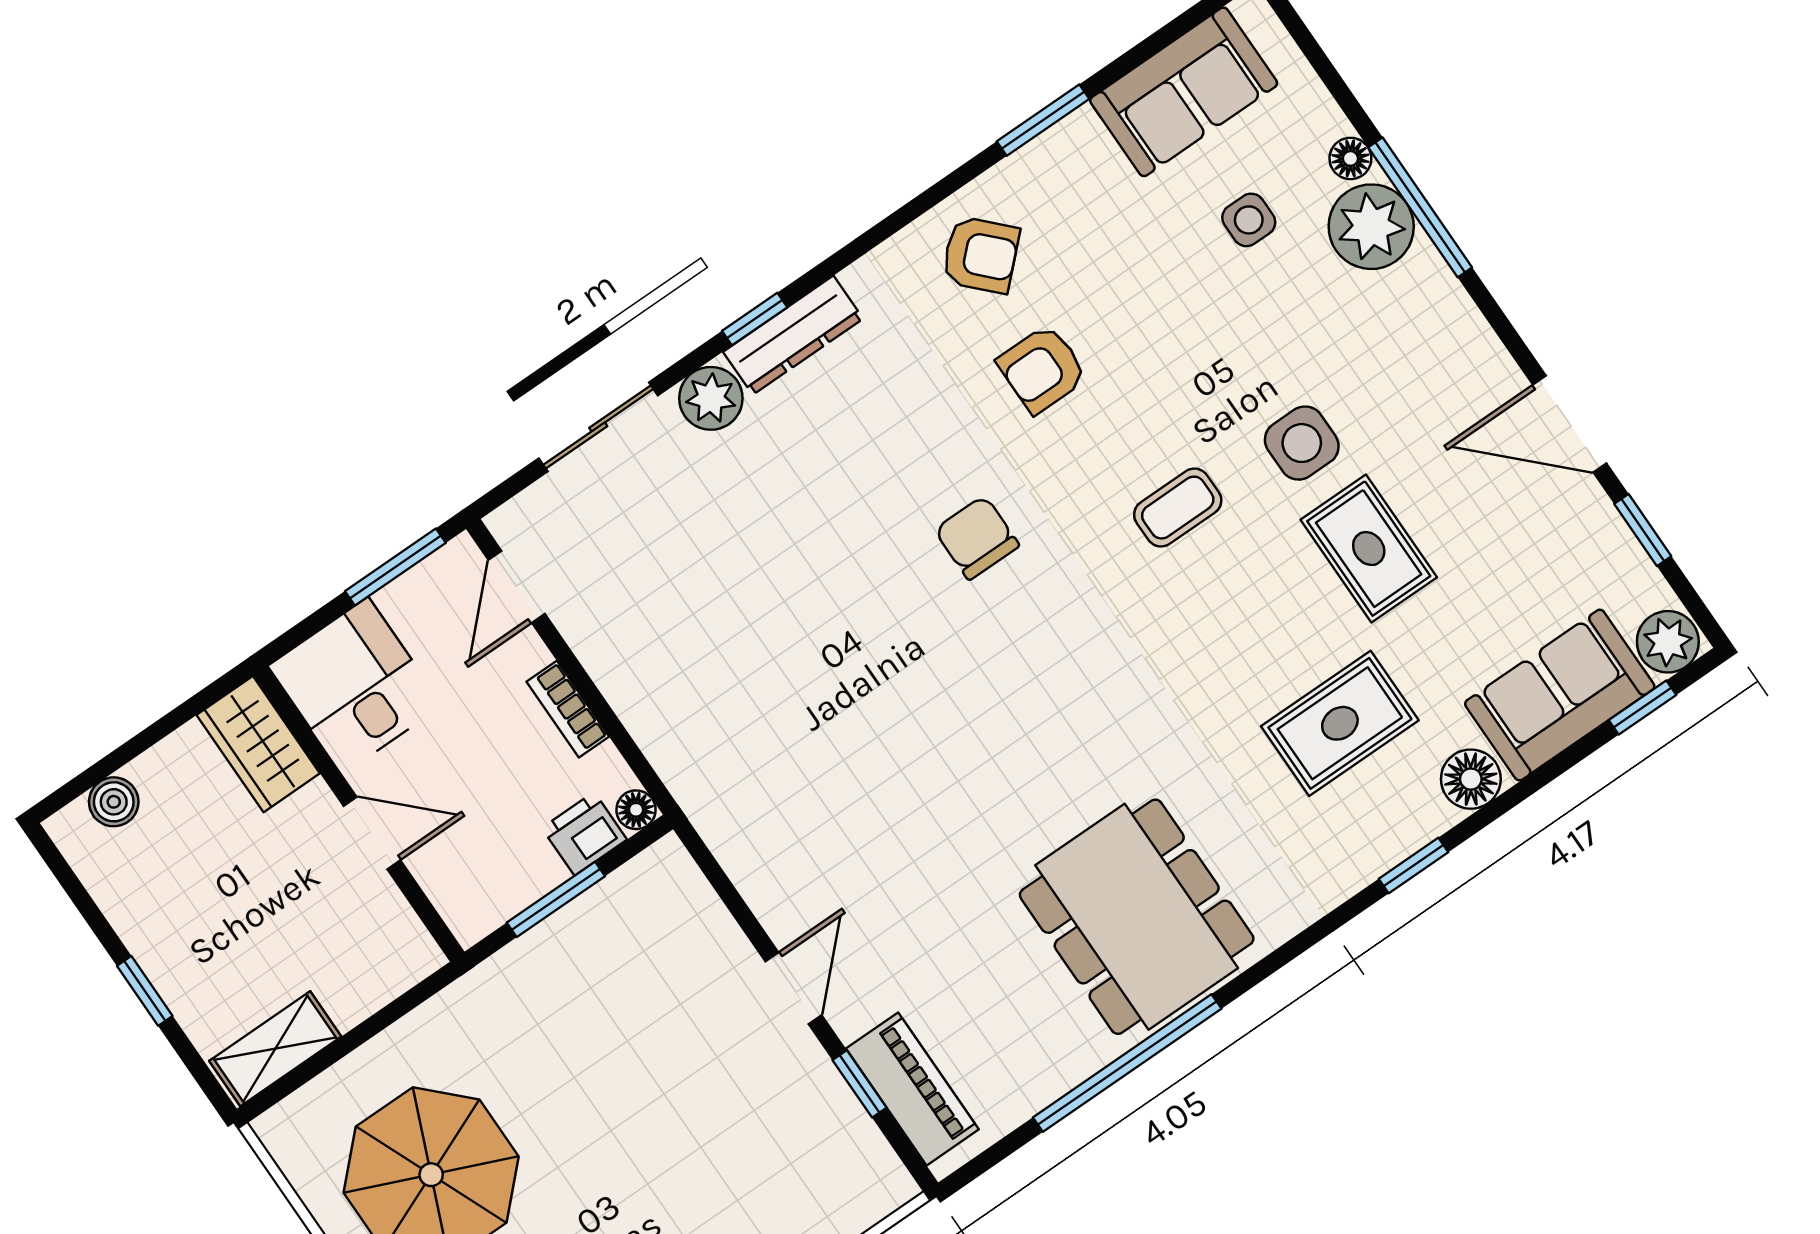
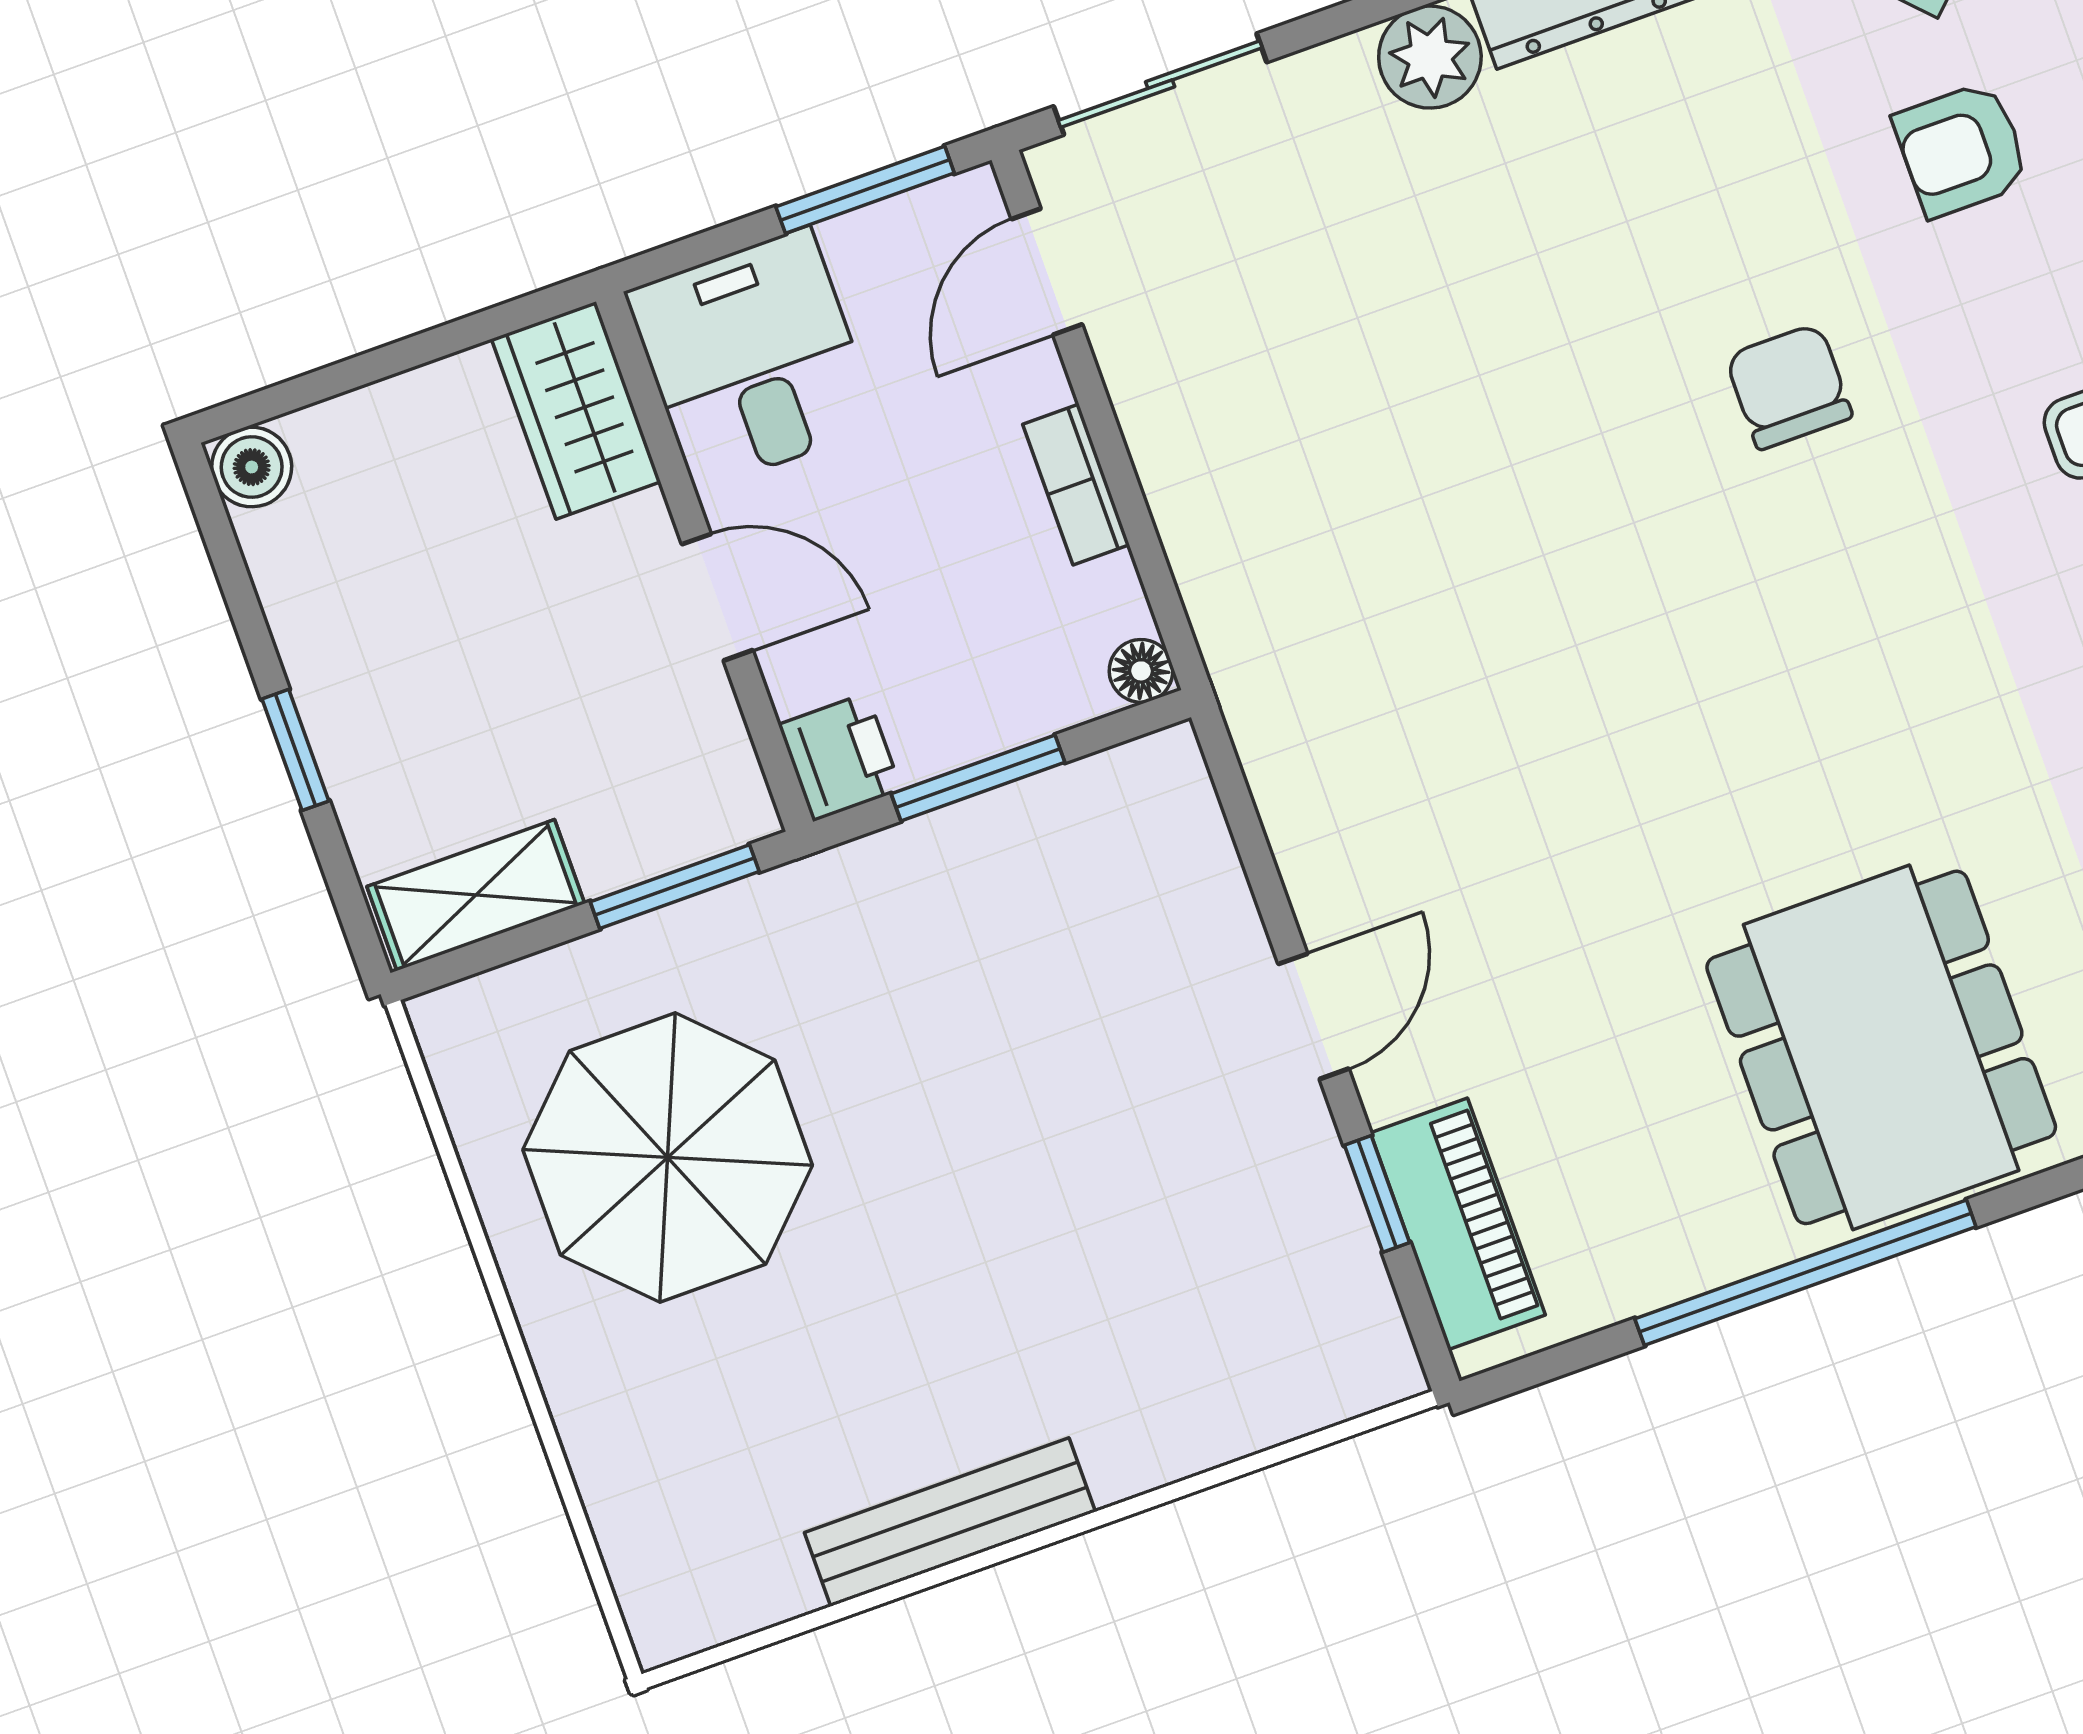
sliding door: (598, 427) -> (1160, 84), moved
boiler: (114, 802) -> (252, 467), moved
printer: (584, 834) -> (840, 757), moved, turned 90
window: (392, 1012) -> (675, 887), added

